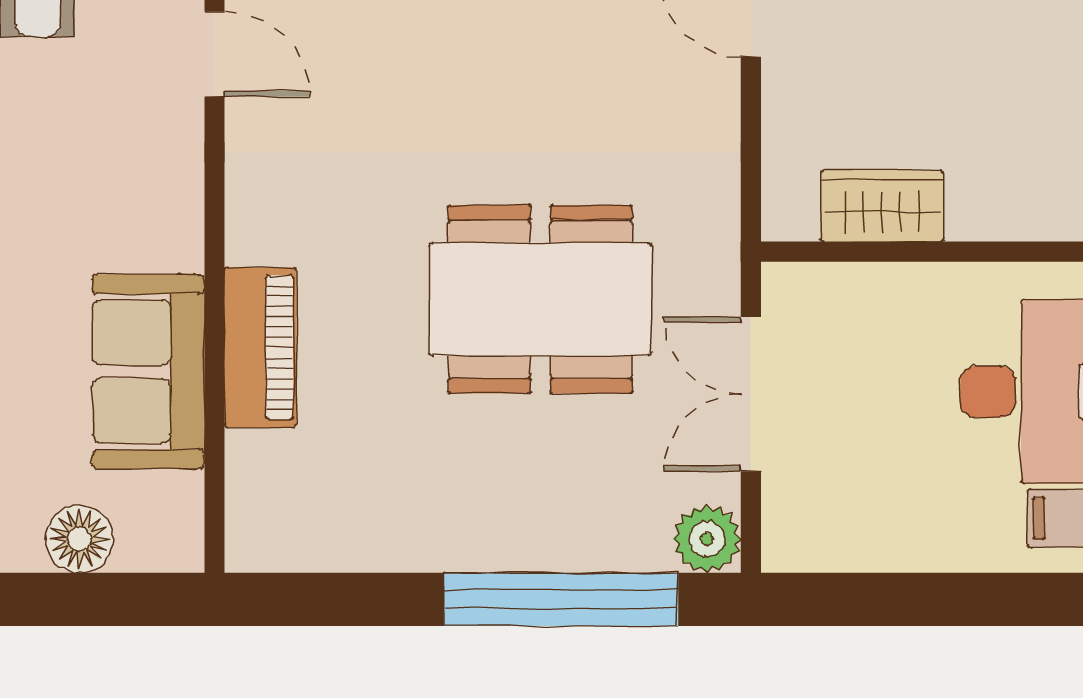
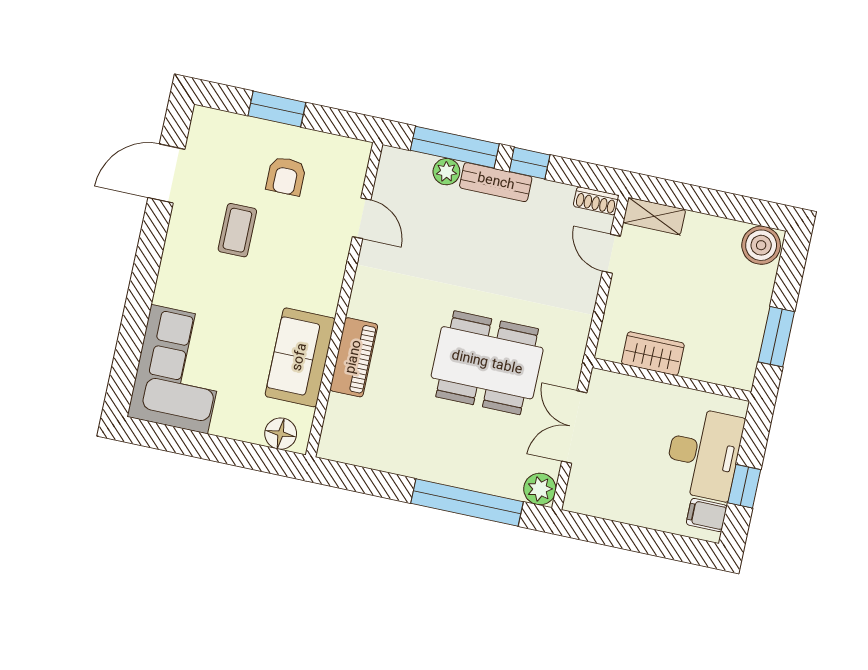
floor lamp: (79, 539) -> (281, 434), moved

